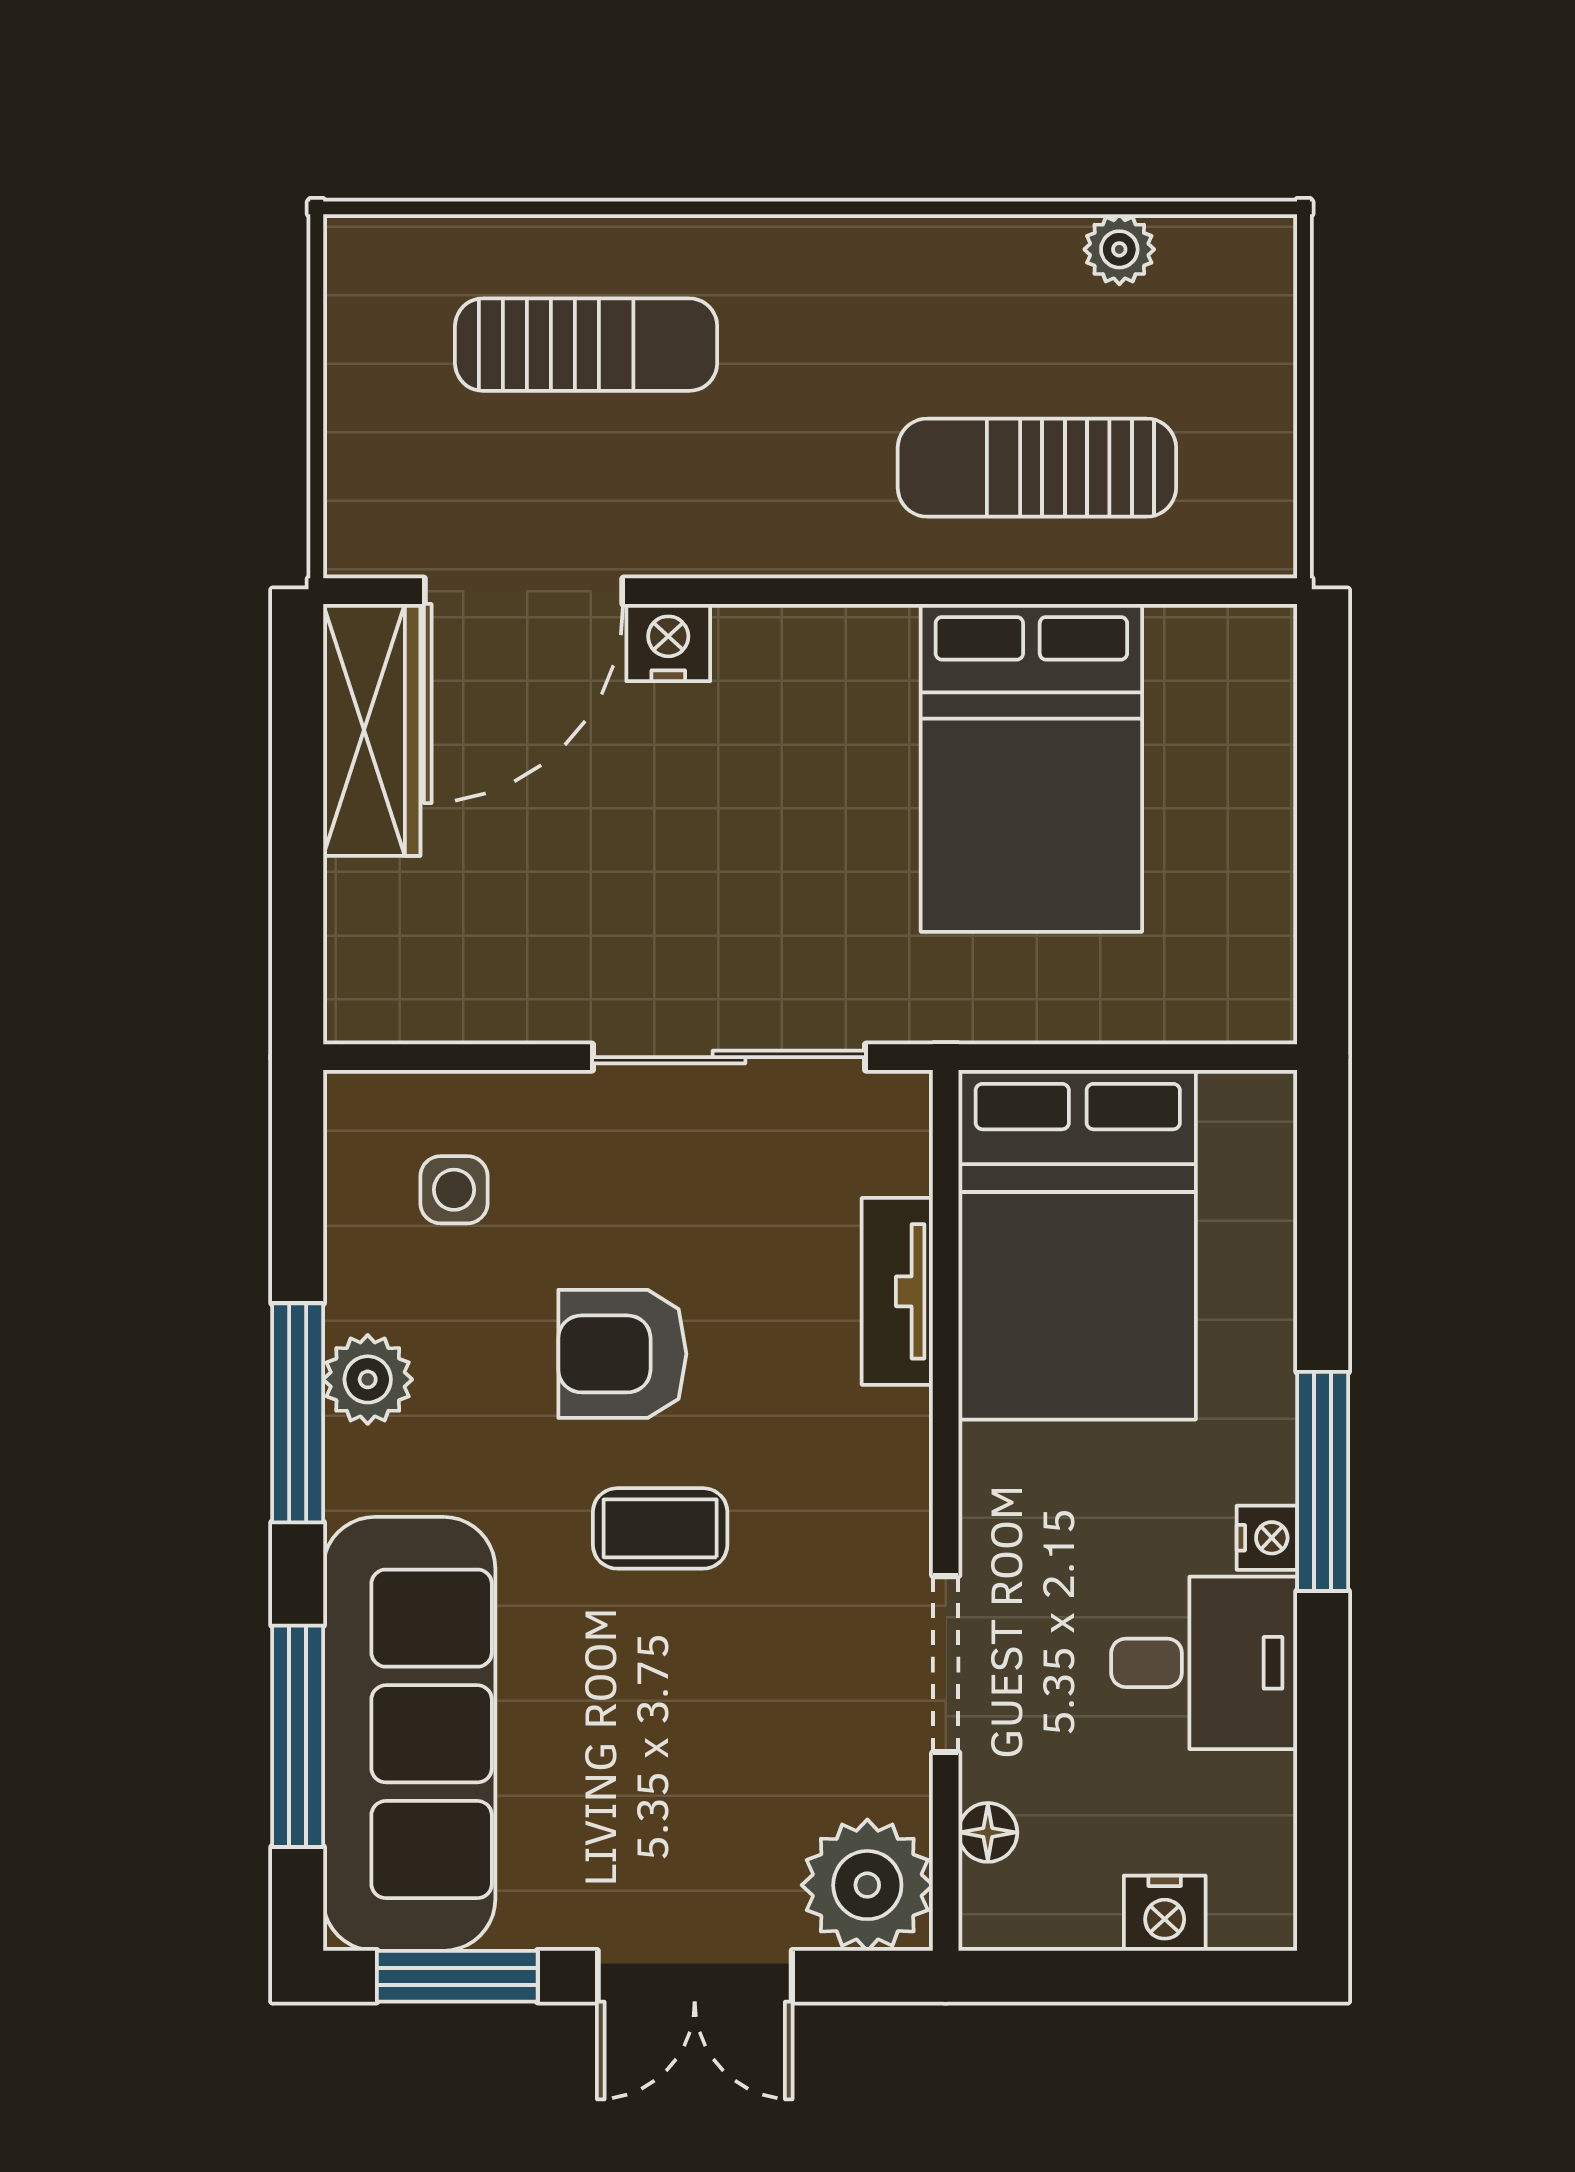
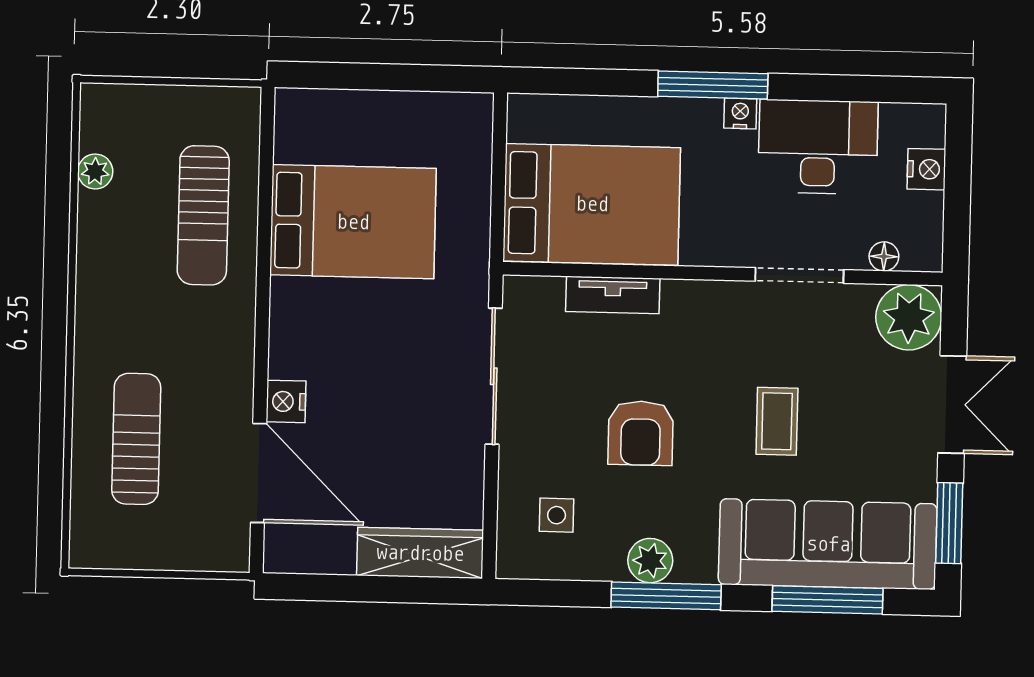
wardrobe: (372, 730) -> (420, 553), moved
coffee table: (660, 1528) -> (777, 421), moved
desk: (1204, 1663) -> (818, 147), width x1.37

